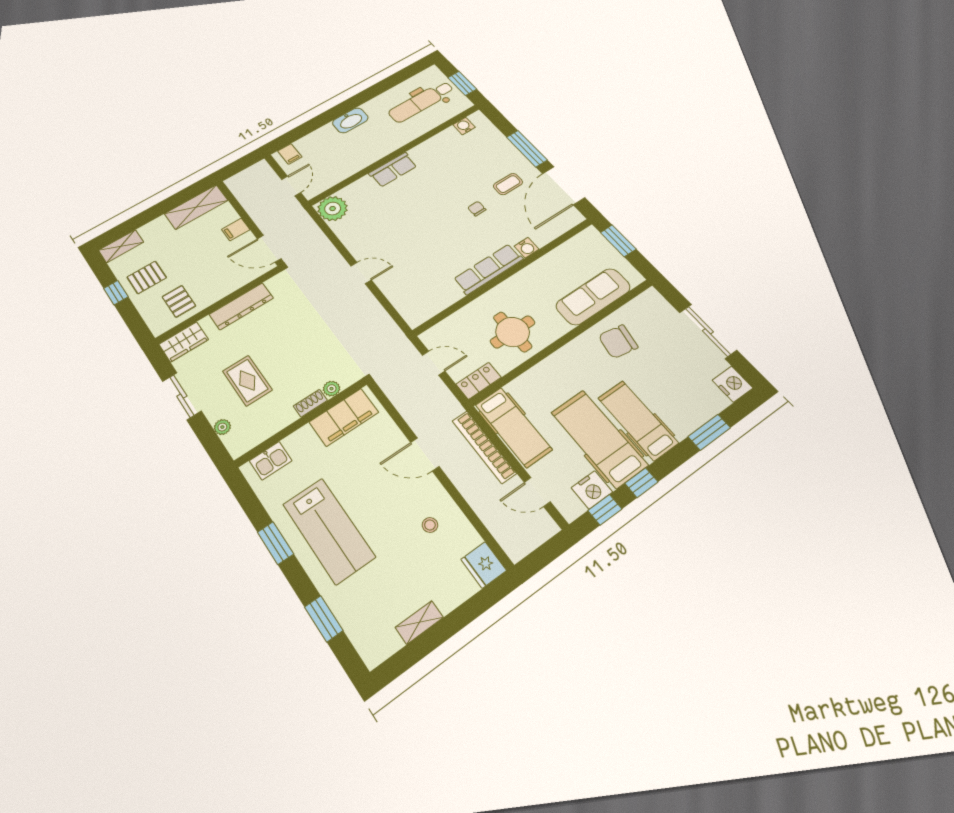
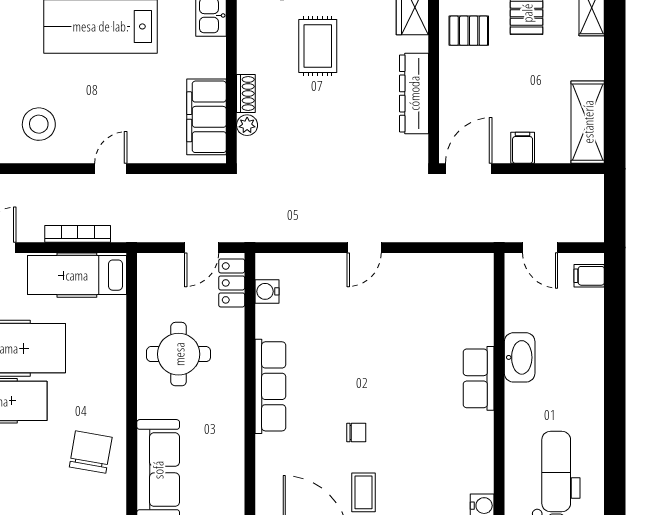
washbasin: (350, 120) -> (520, 357), moved, turned 180
plant: (333, 209) -> (473, 273), removed
water cooler: (527, 248) -> (267, 291), moved
rug: (247, 381) -> (318, 46), turned 90
locker: (479, 381) -> (232, 283), moved, turned 180
bookcase: (484, 447) -> (78, 234), width x0.68, depth x0.76
door: (425, 454) -> (111, 169), width x0.73
stool: (430, 525) -> (39, 124), width x1.89, depth x1.89

